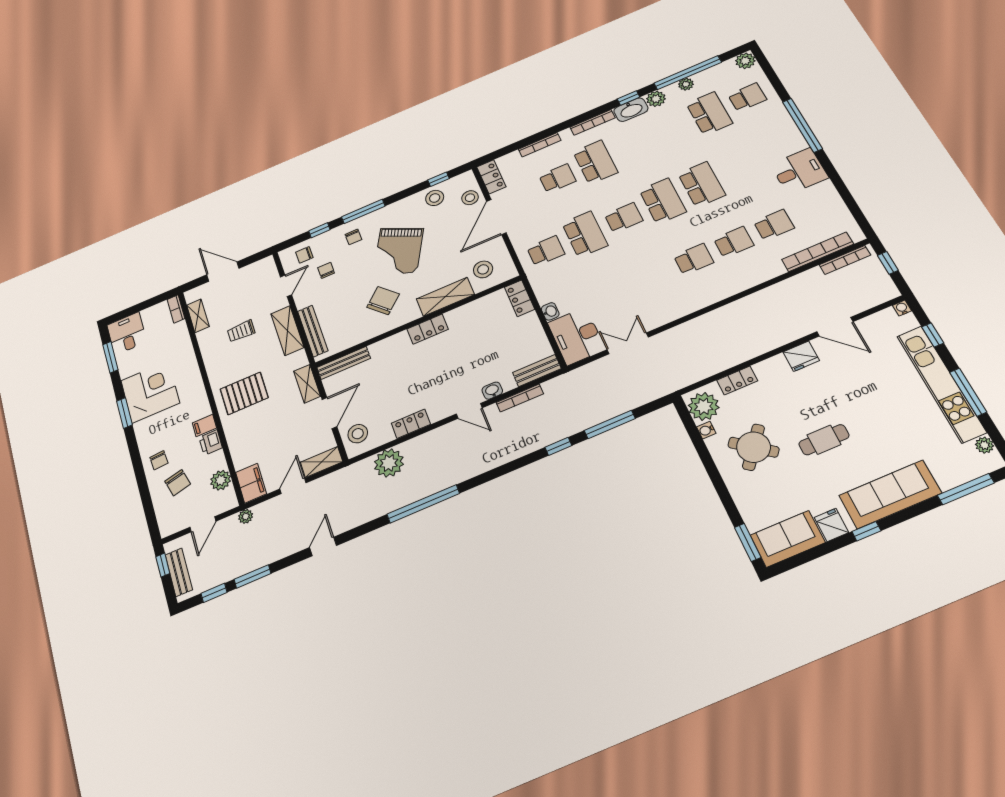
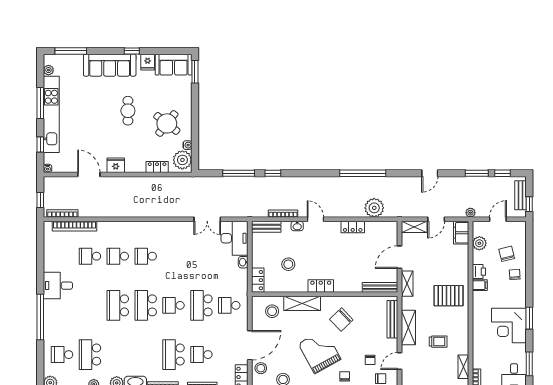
grand piano: (398, 251) -> (319, 351), turned -56
stool: (358, 434) -> (288, 264), moved
cafe table: (824, 440) -> (128, 111), turned 90

